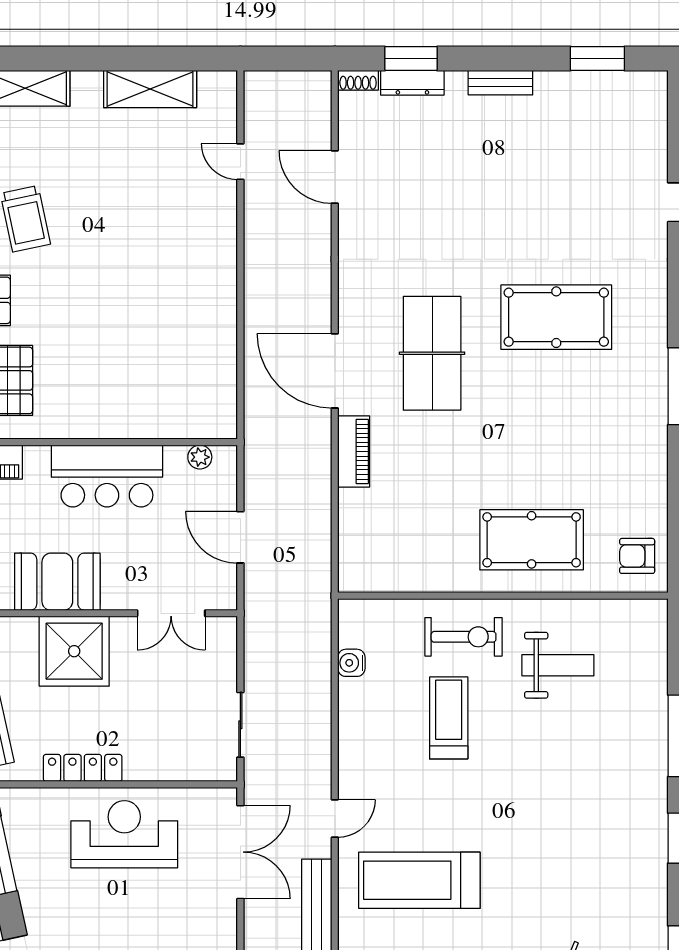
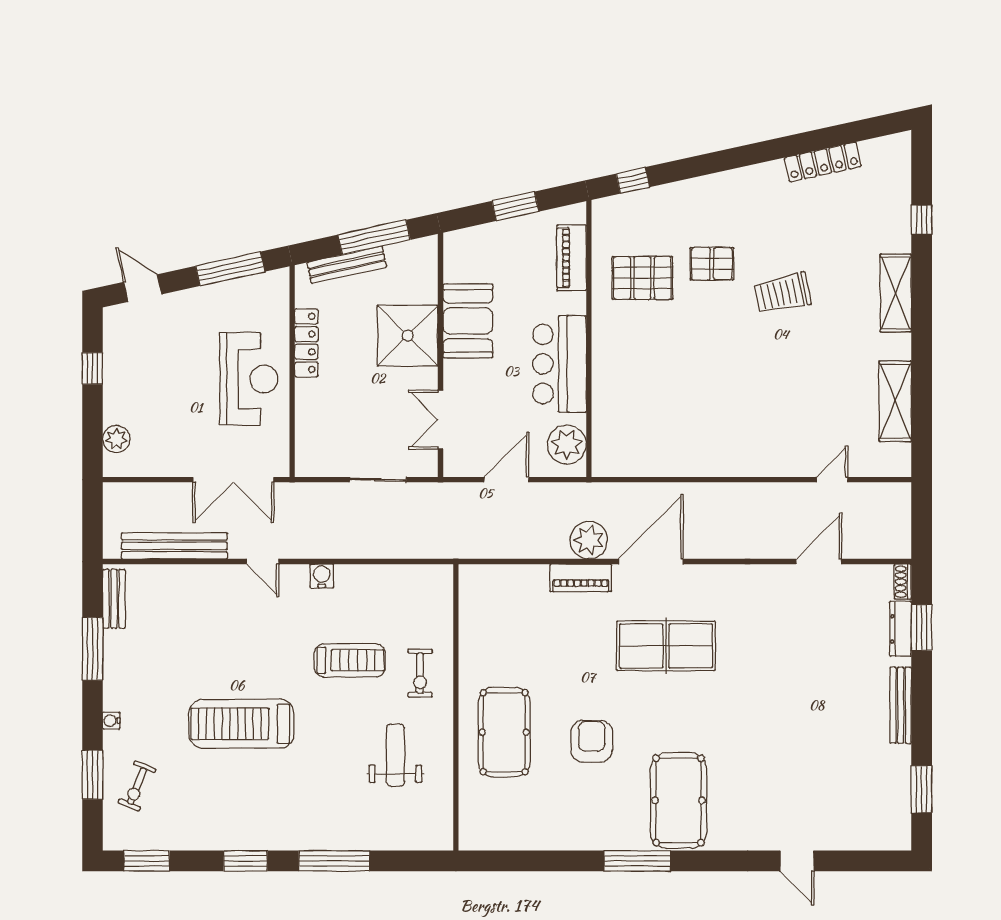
bench: (500, 83) -> (901, 705), width x1.36
pool table: (556, 317) -> (678, 800), moved
plant: (310, 442) -> (589, 540), added
plant: (200, 457) -> (567, 445), width x1.88, depth x1.88
armchair: (637, 556) -> (592, 741), moved, width x1.38, depth x1.38
exercise bike: (464, 637) -> (420, 673), width x0.73, depth x0.72
water cooler: (351, 663) -> (322, 576), moved
weight bench: (558, 665) -> (395, 755), turned 180
sliding door: (240, 725) -> (378, 480), moved
treadmill: (419, 880) -> (241, 724), moved, turned -90

